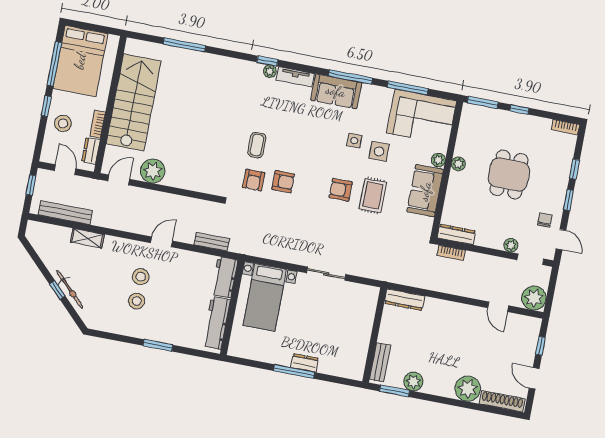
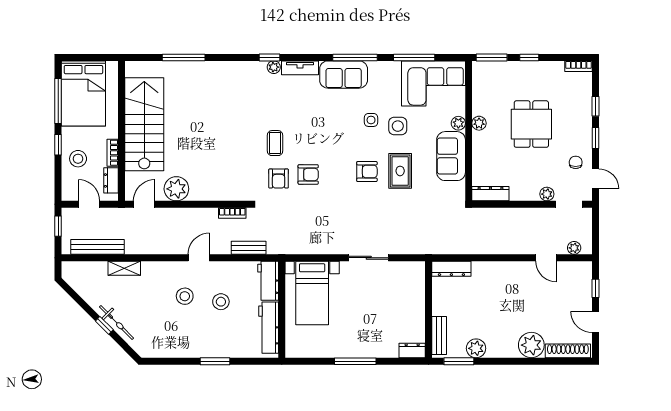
armchair: (341, 190) -> (367, 172), turned 180
bookcase: (451, 253) -> (232, 213), moved
plant: (534, 298) -> (574, 248), width x0.53, depth x0.53
stool: (137, 301) -> (221, 302), moved
dresser: (305, 363) -> (412, 351), moved

